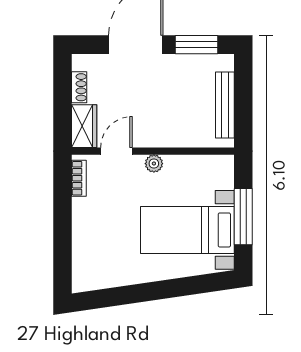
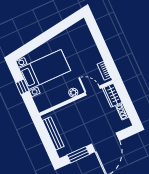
door: (116, 151) -> (93, 91), swing flipped
window: (243, 217) -> (22, 87), width x0.46

